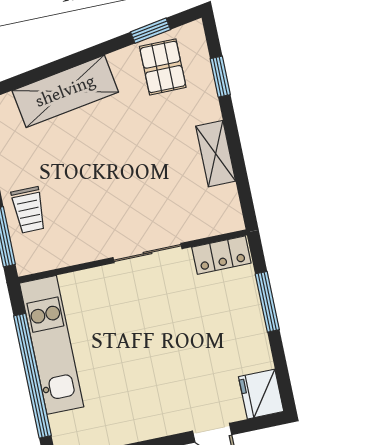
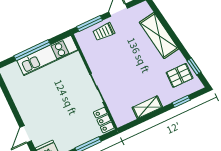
window: (32, 376) -> (32, 50), width x0.68

